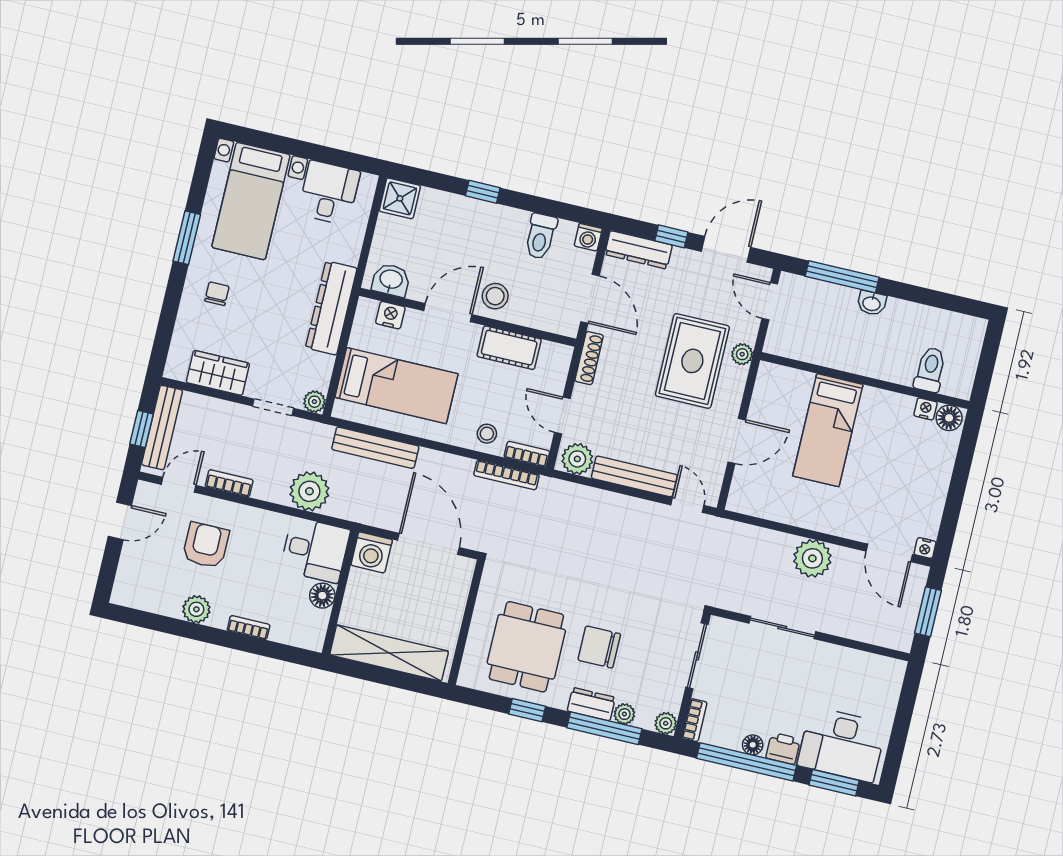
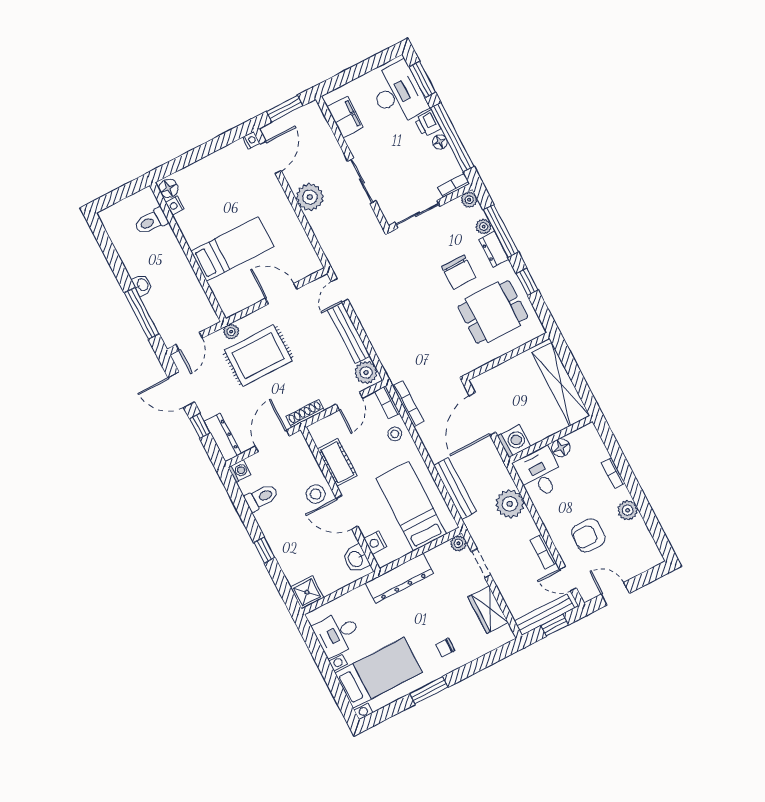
filing cabinet: (864, 668) -> (345, 117), added

